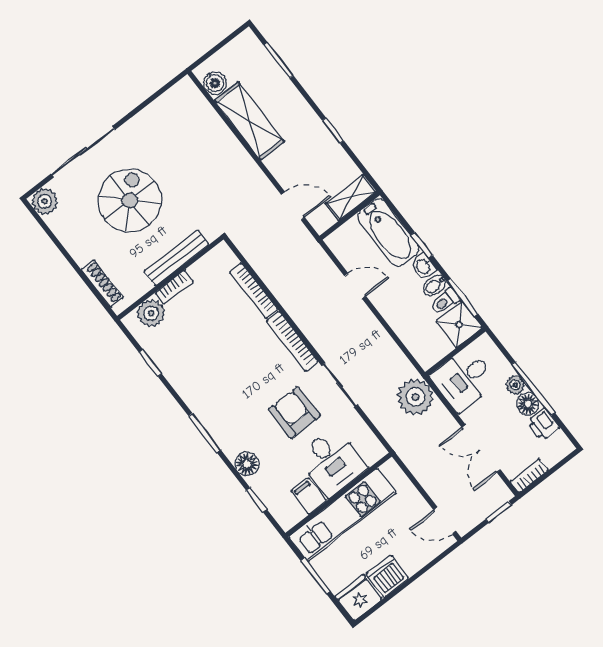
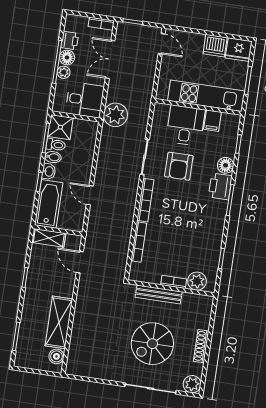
shoe rack: (102, 284) -> (201, 346), moved
printer: (230, 436) -> (220, 186), added
double door: (481, 449) -> (110, 59), swing flipped

